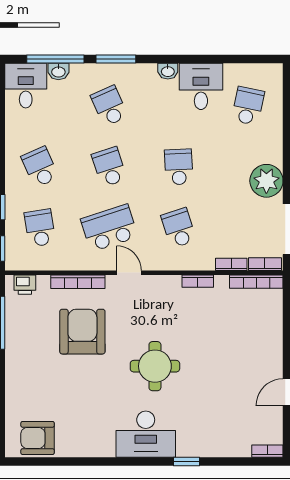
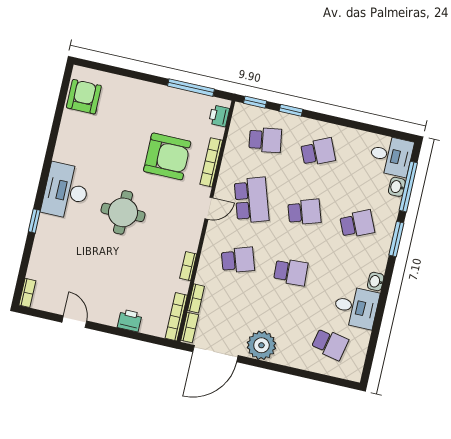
printer: (272, 332) -> (130, 320), added

